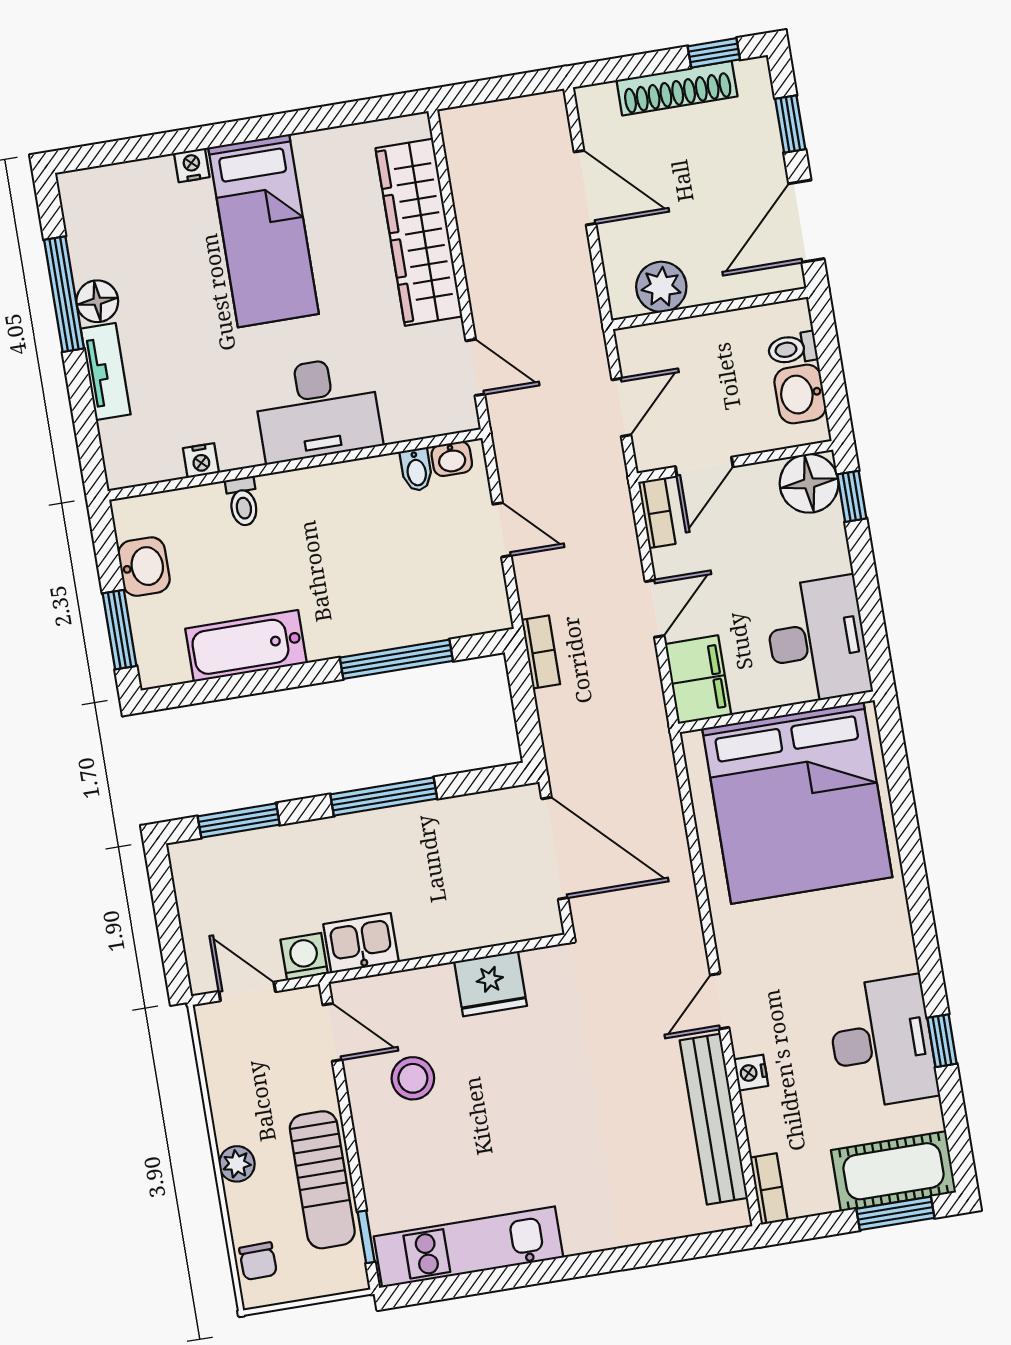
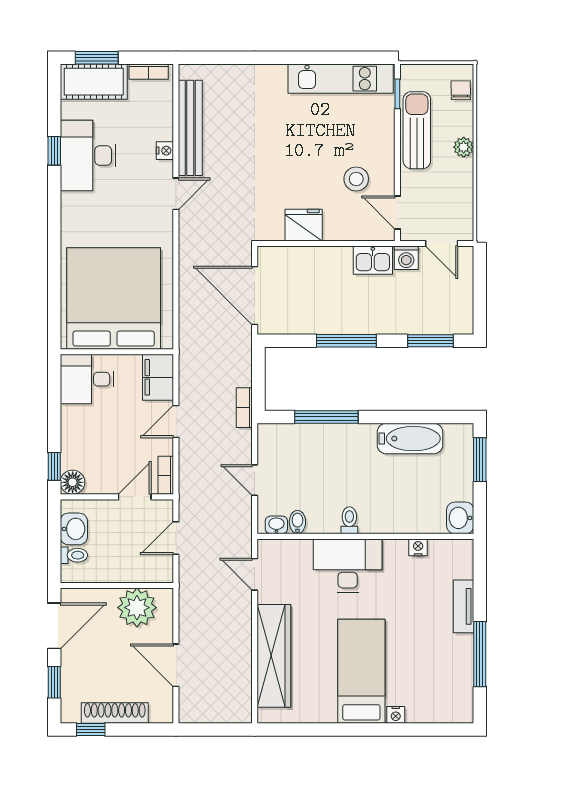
plant: (661, 287) -> (137, 608), width x1.36, depth x1.36
floor lamp: (97, 301) -> (462, 647), removed
floor lamp: (809, 483) -> (73, 482), width x0.73, depth x0.73
toilet: (243, 502) -> (349, 520), moved
washbasin: (144, 567) -> (460, 518), moved
desk: (817, 640) -> (87, 379), width x0.73
bookcase: (769, 1189) -> (149, 72), moved, turned -90

